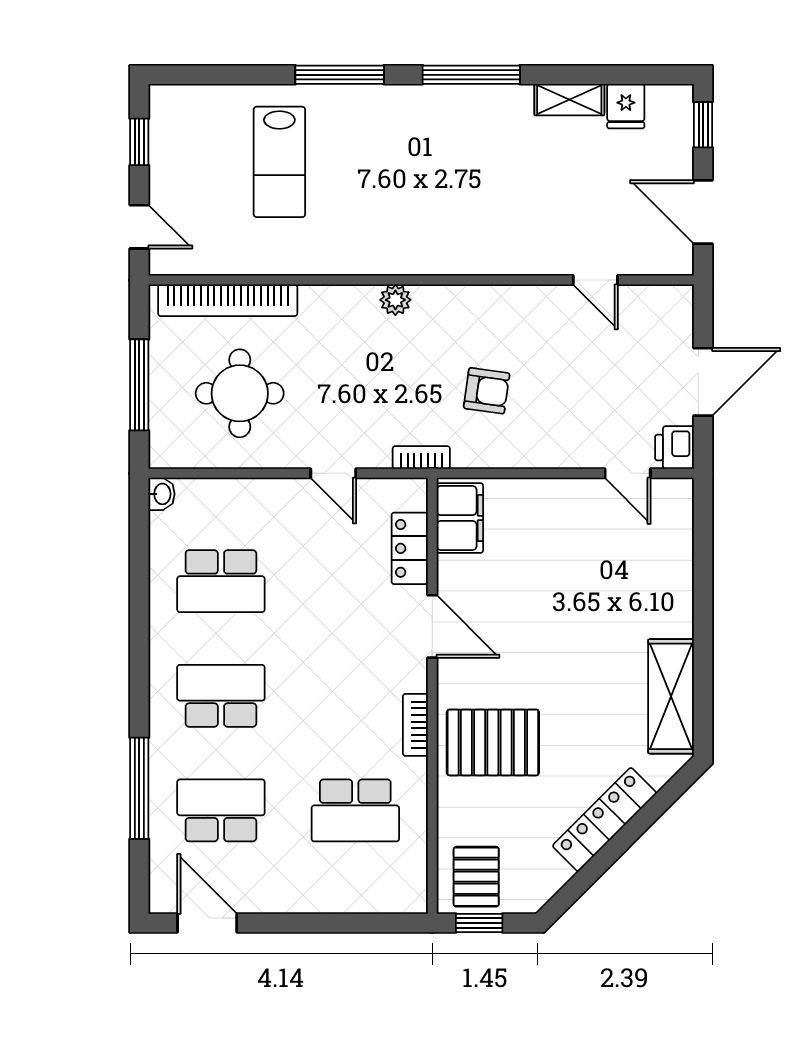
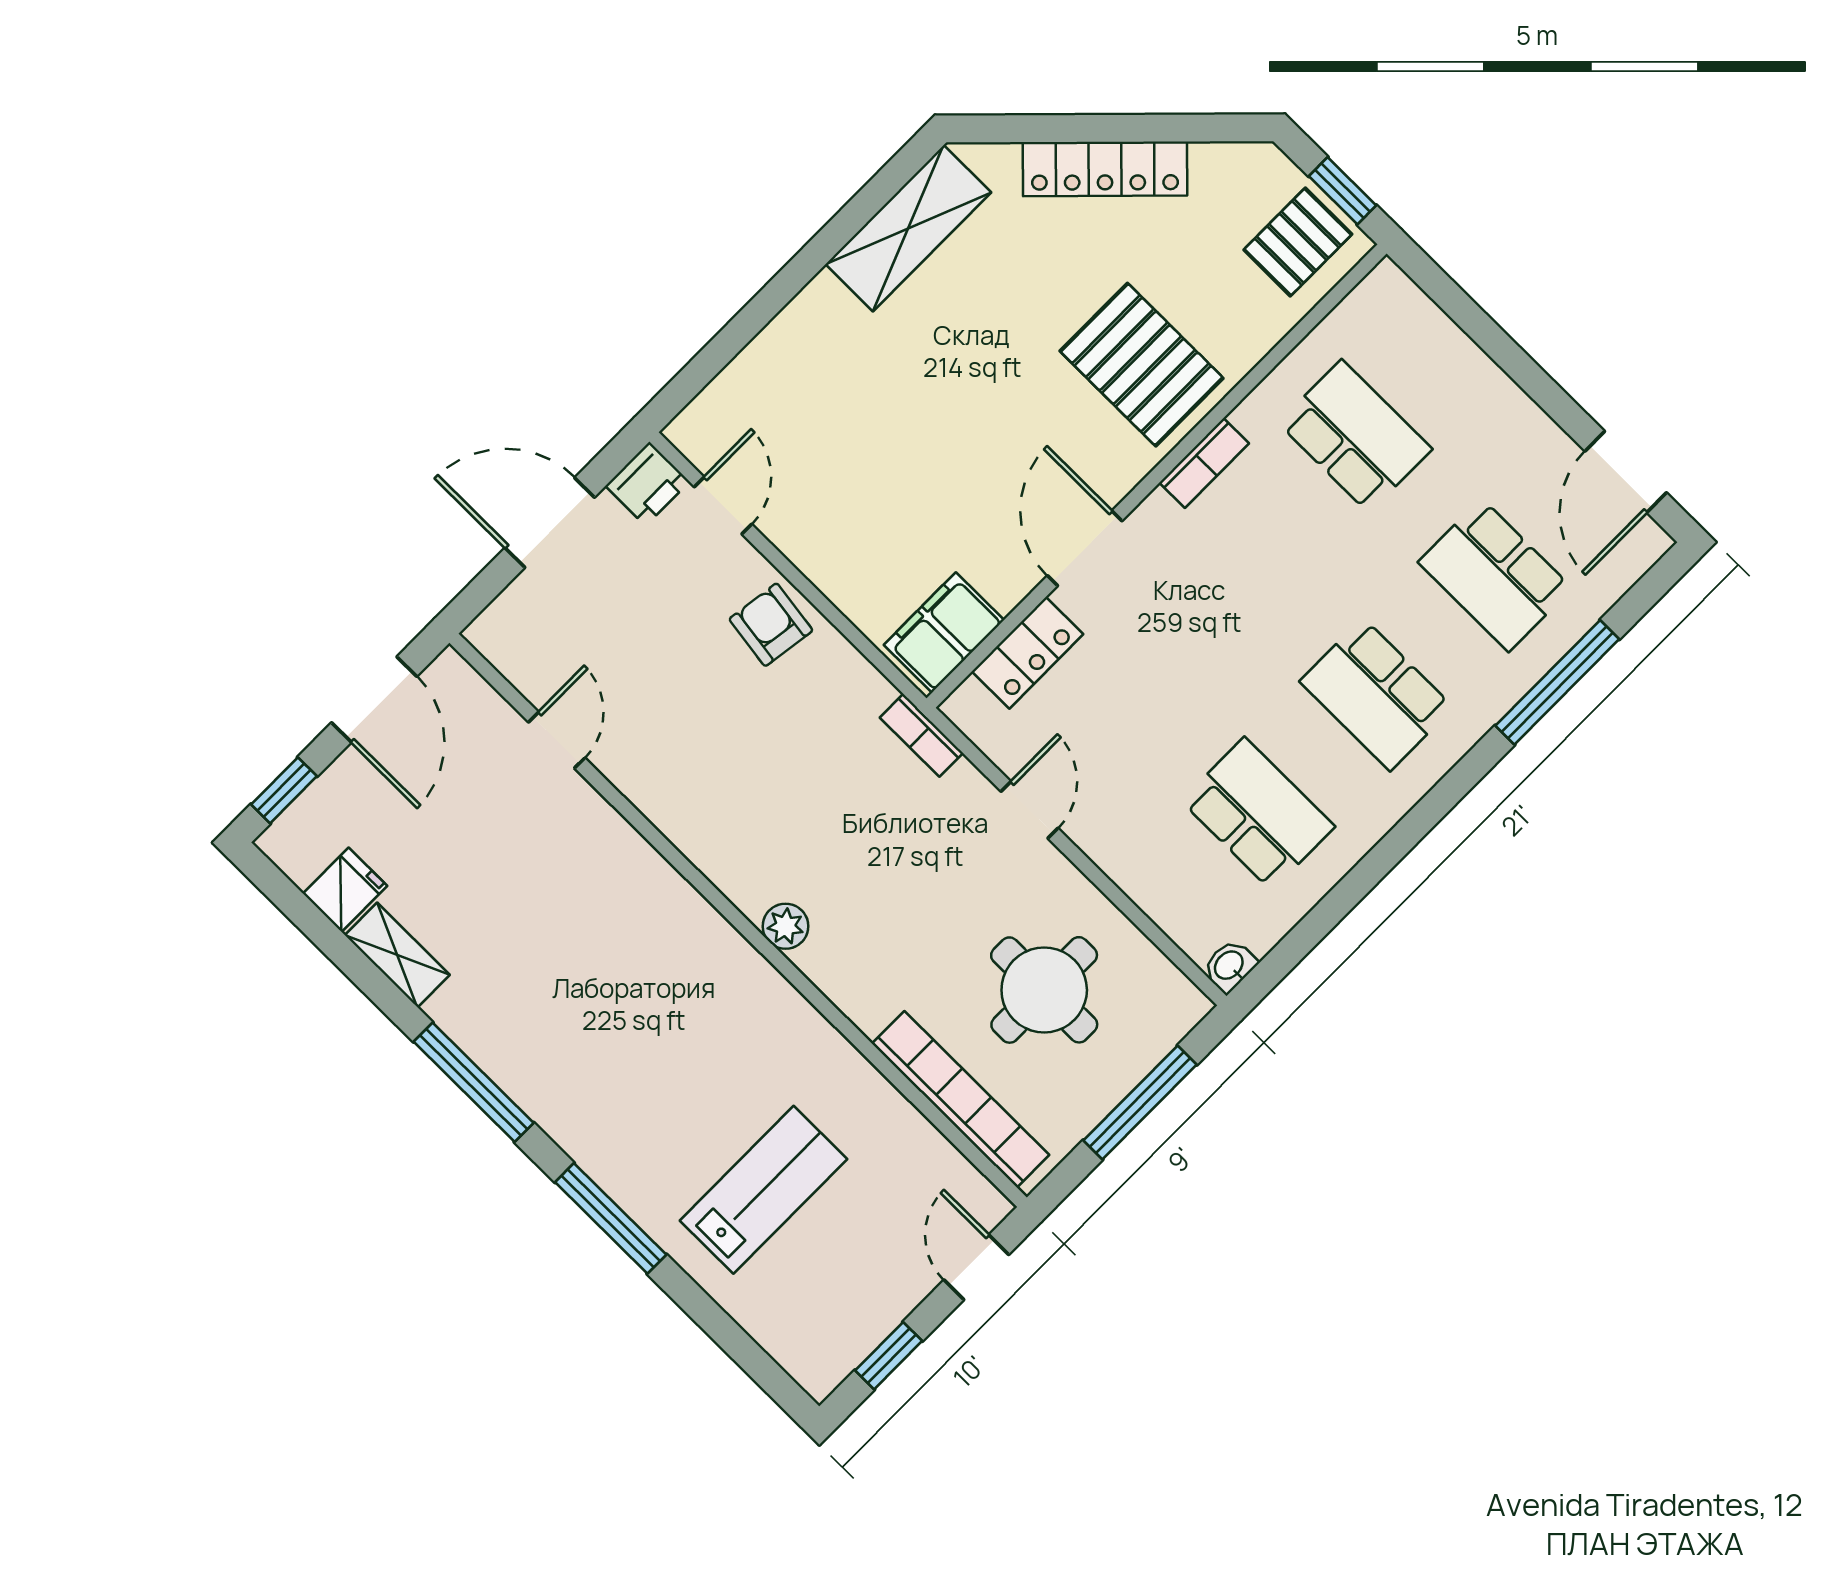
armchair: (487, 391) -> (771, 625), moved

